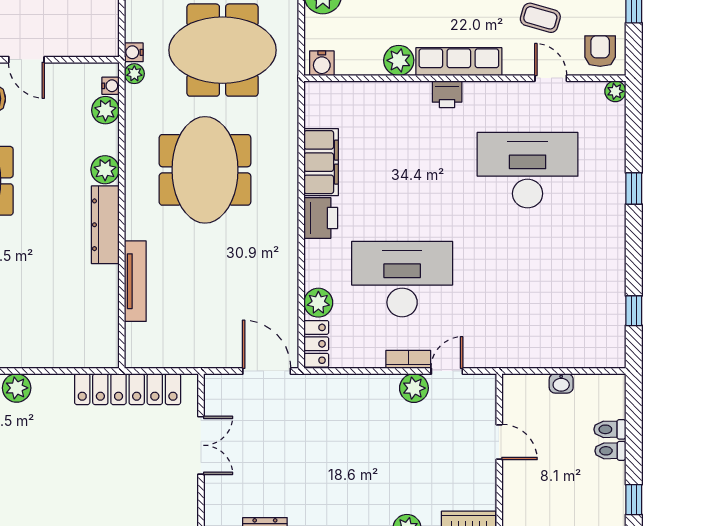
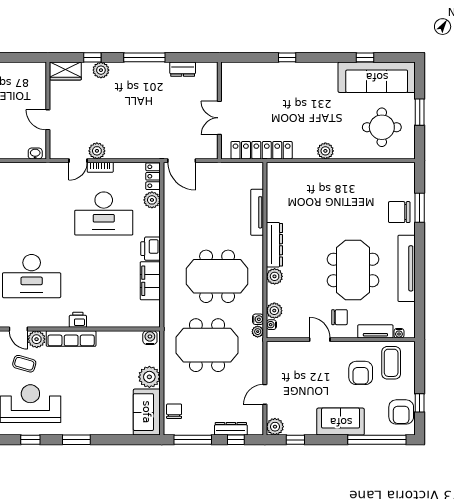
water cooler: (134, 52) -> (258, 319), moved
plant: (399, 60) -> (37, 339), moved
meeting table: (205, 170) -> (217, 276), turned 90
washbasin: (561, 383) -> (35, 154), moved

